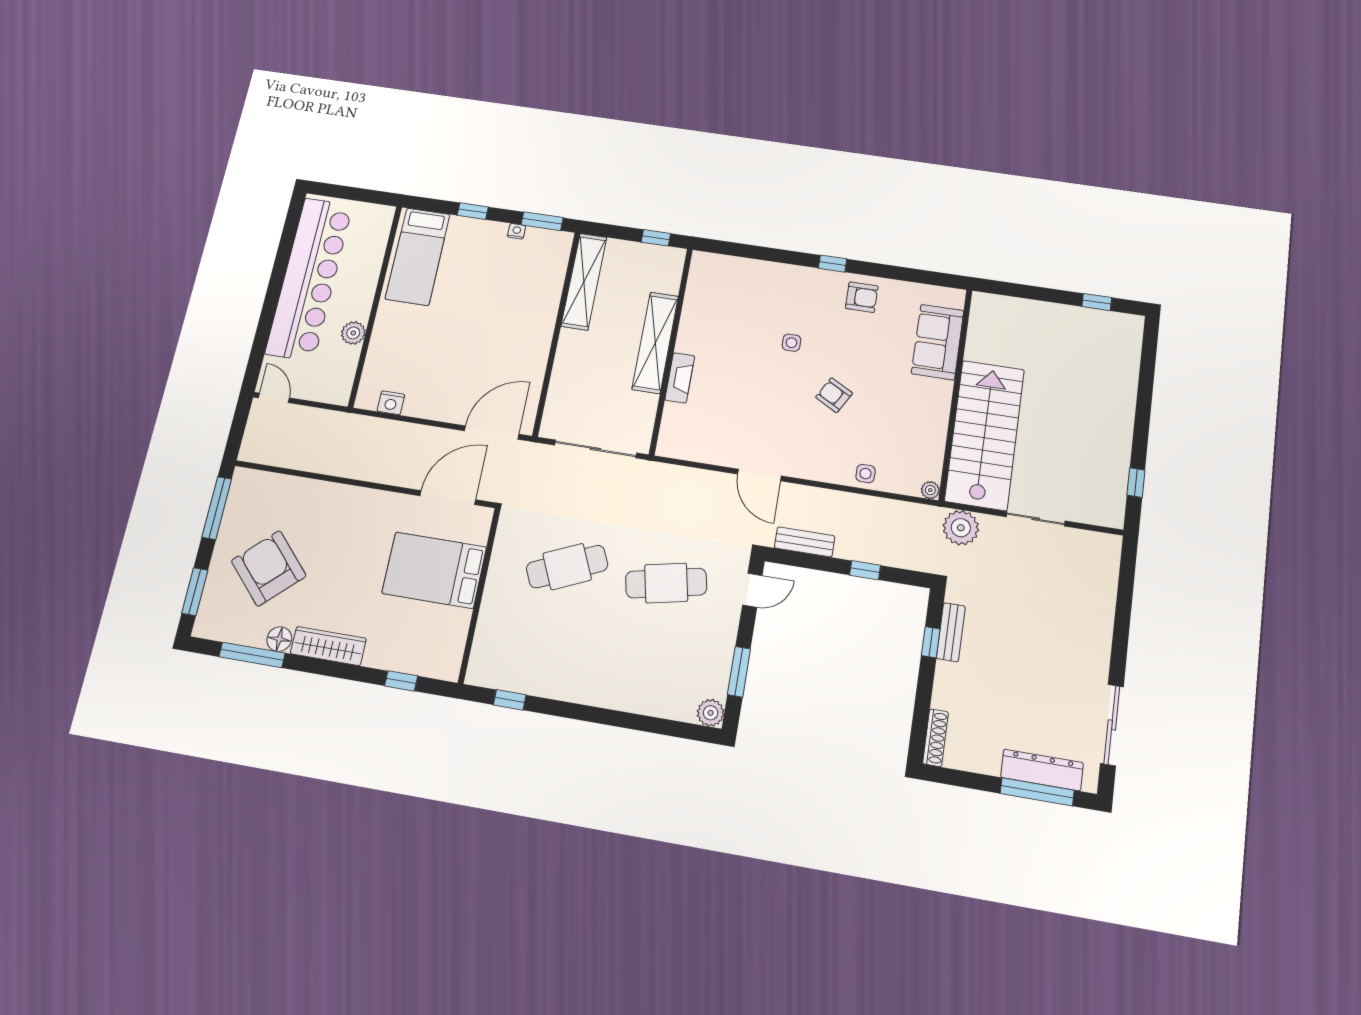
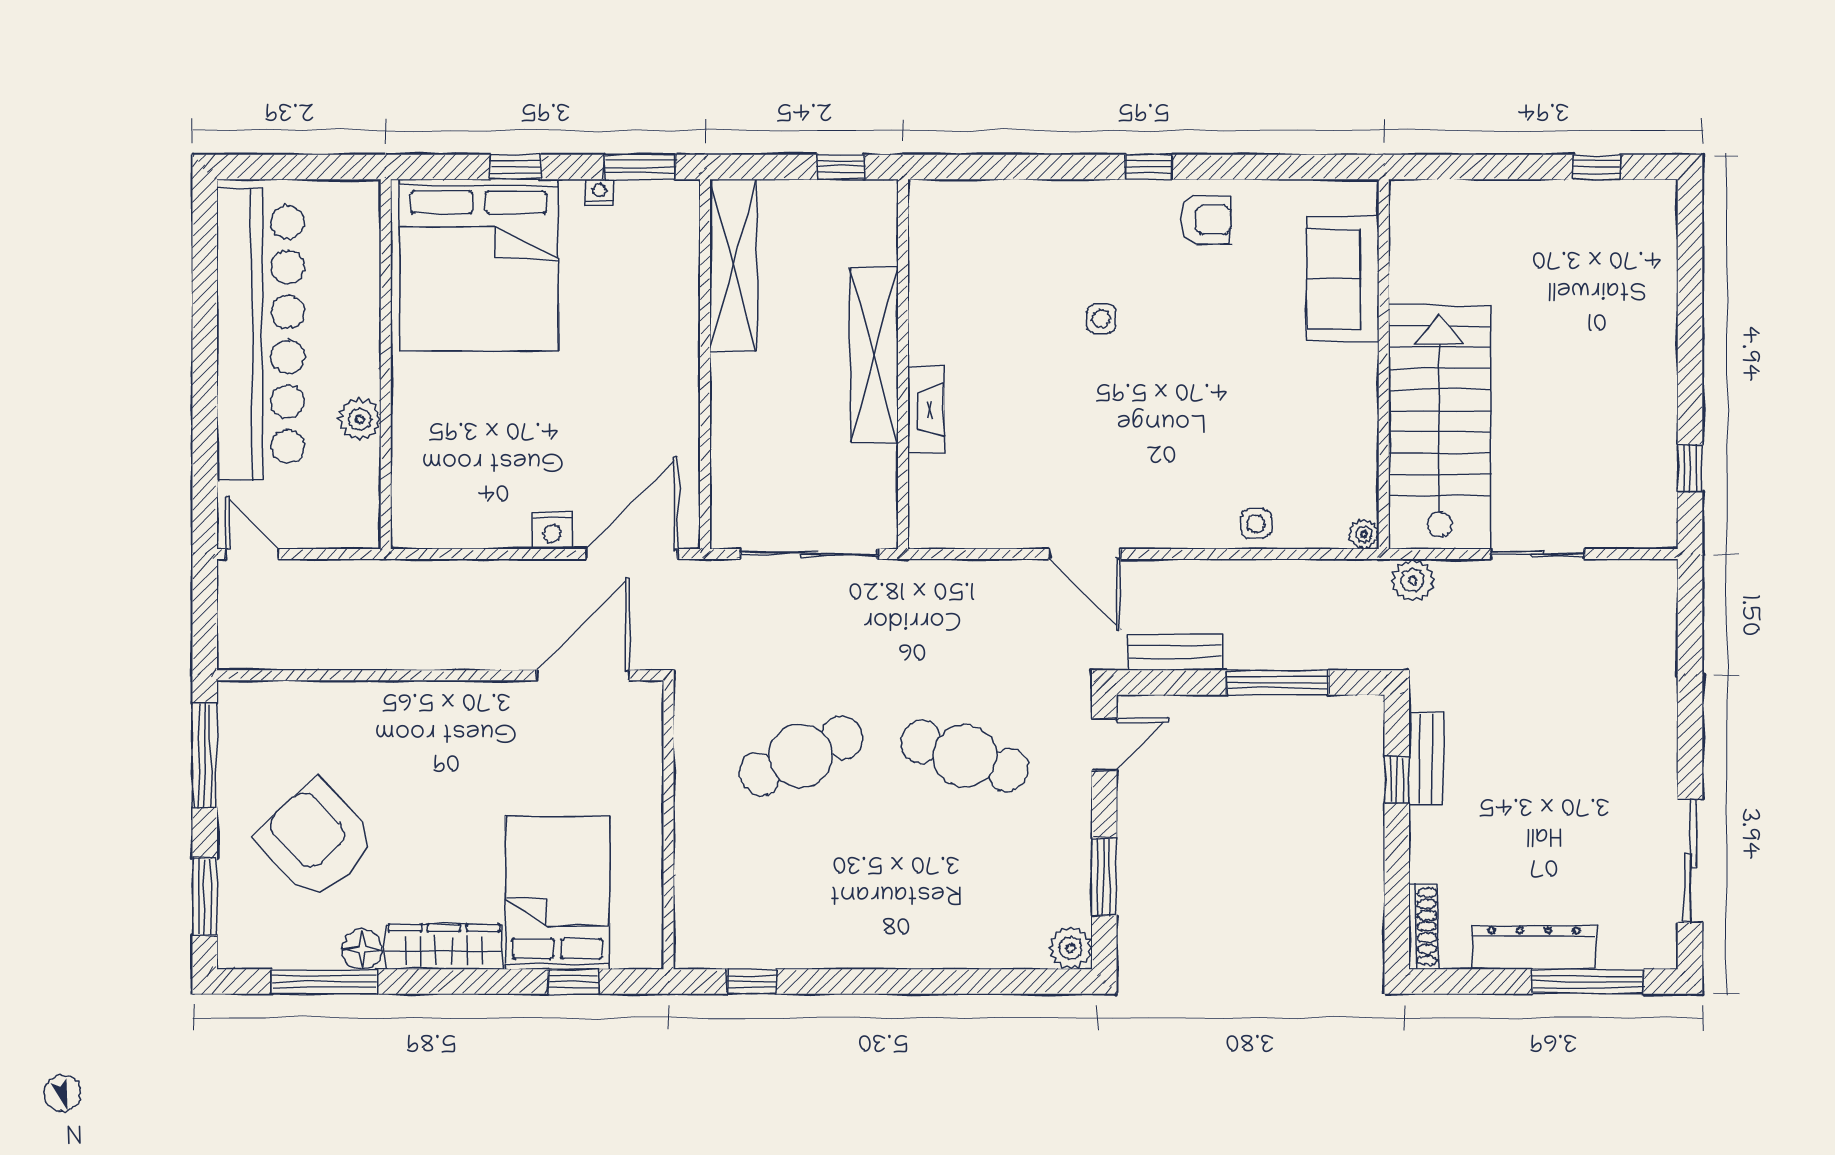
bed: (418, 257) -> (479, 265), width x2.04
armchair: (834, 395) -> (1185, 399), removed
nightstand: (391, 403) -> (552, 531), moved
plant: (961, 528) -> (1413, 580), width x0.73, depth x0.73
bed: (434, 570) -> (557, 893), moved, turned 90
window: (865, 570) -> (1278, 683), width x2.17
cafe table: (666, 583) -> (965, 756), turned 30
dresser: (1042, 770) -> (1534, 947), moved

